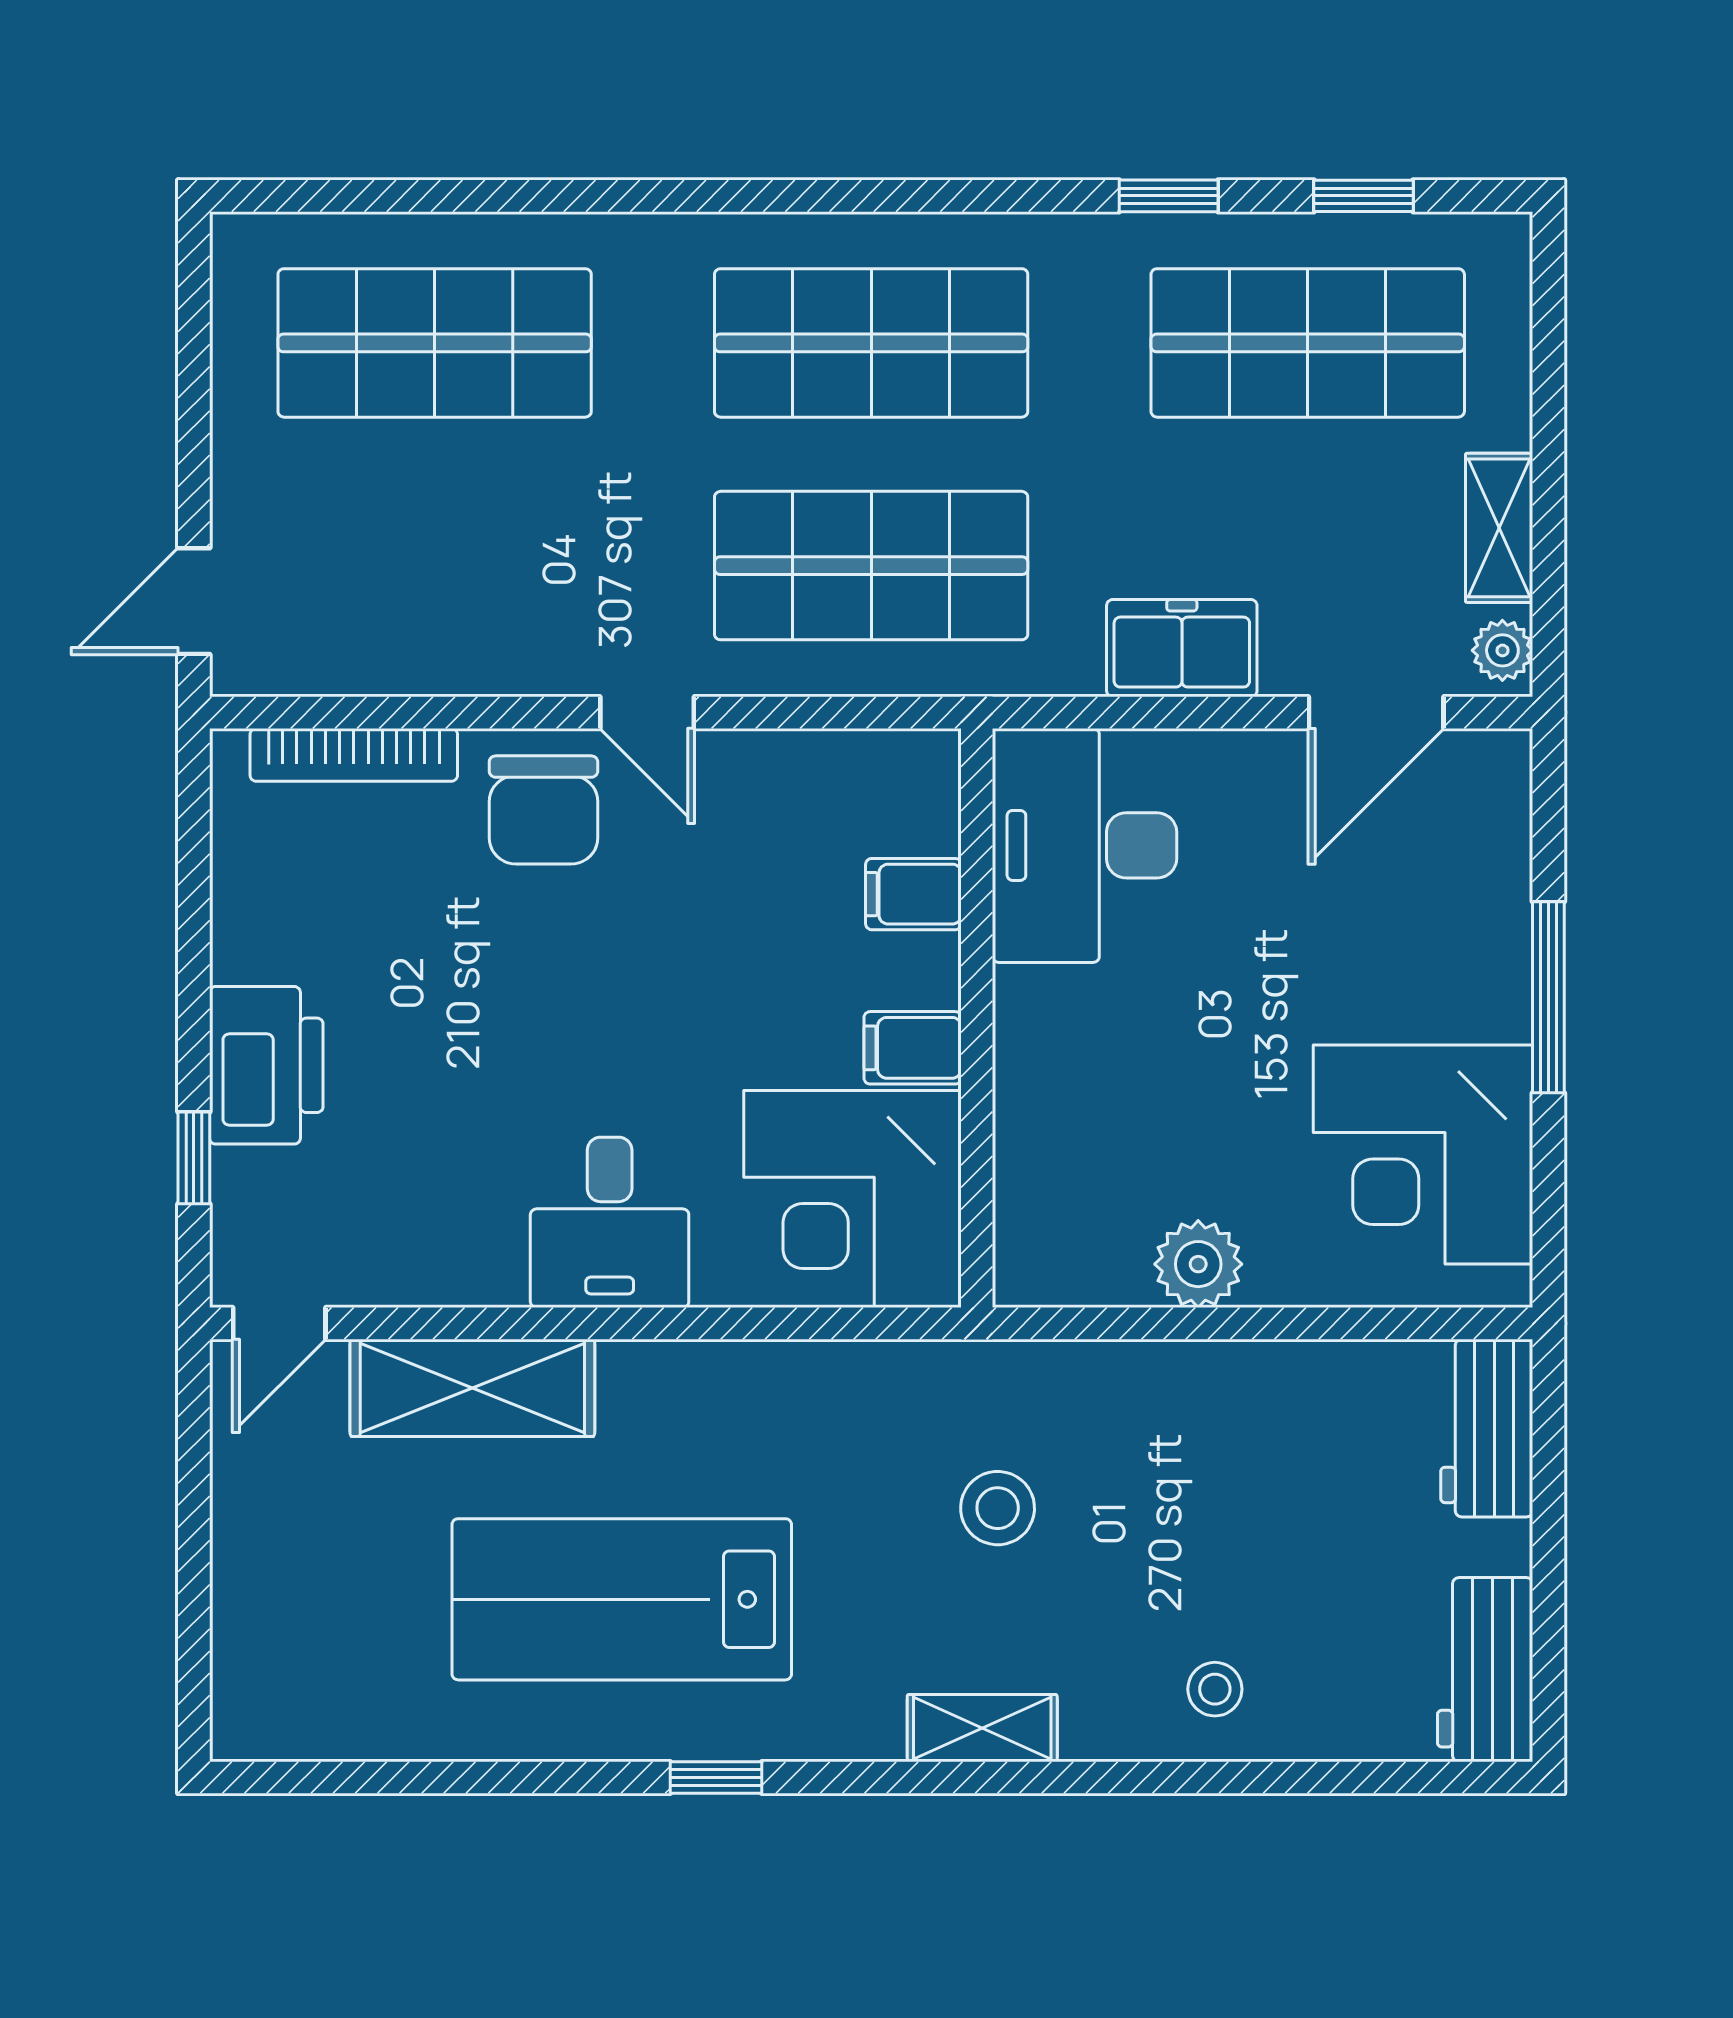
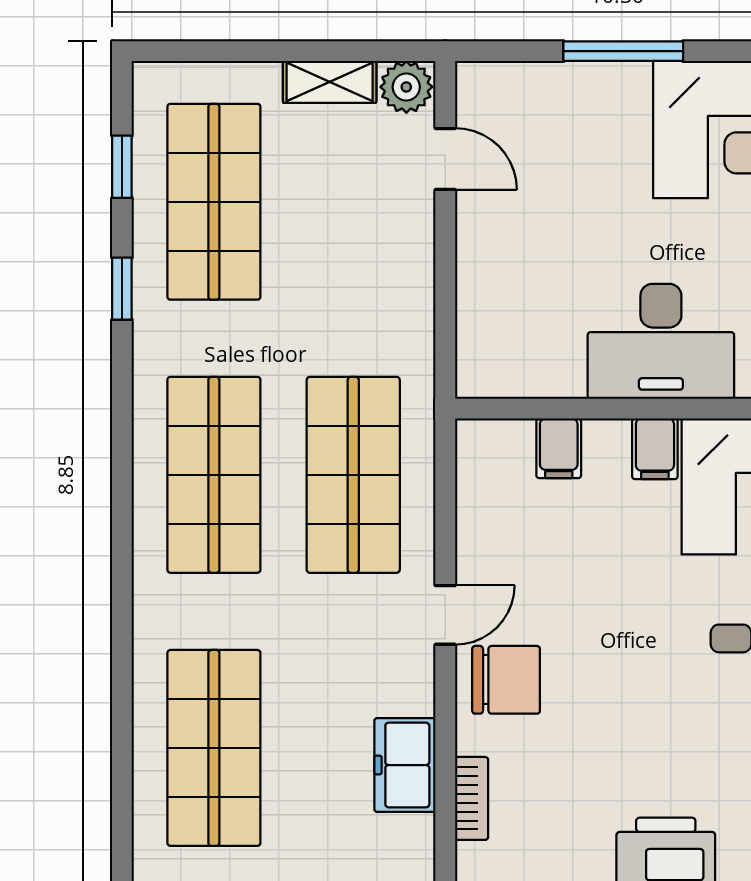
freezer: (1182, 648) -> (405, 765), moved
plant: (1502, 650) -> (406, 87), width x1.38, depth x1.38
door: (1376, 713) -> (445, 159), width x0.73
bookcase: (354, 755) -> (472, 798), width x0.64
desk: (1085, 845) -> (661, 341), moved

